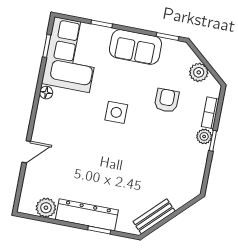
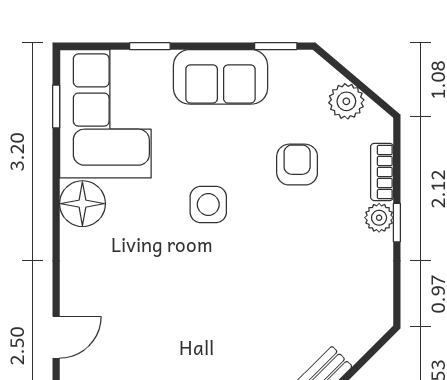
floor lamp: (46, 93) -> (82, 204), width x1.89, depth x1.89
door: (26, 152) -> (56, 337), moved

